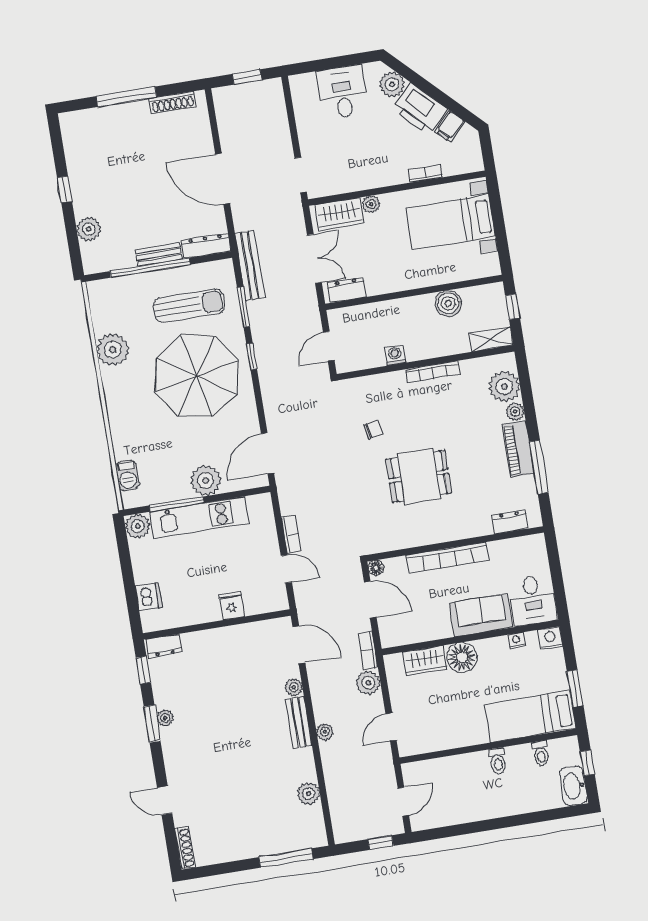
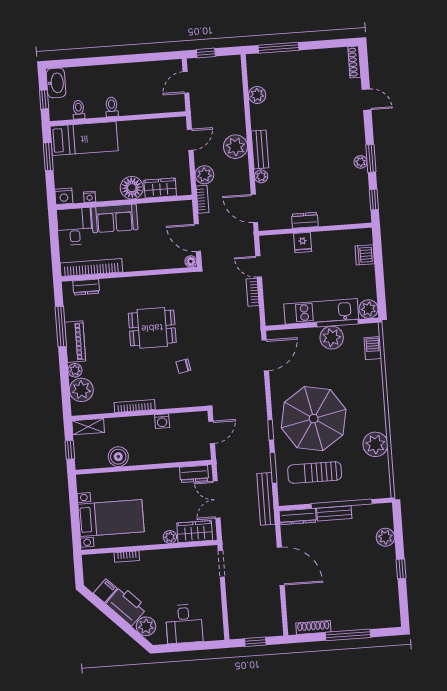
plant: (206, 481) -> (332, 338), moved
bookcase: (447, 558) -> (91, 267), moved
dresser: (164, 646) -> (305, 220), moved
plant: (325, 732) -> (235, 147), width x1.88, depth x1.88

